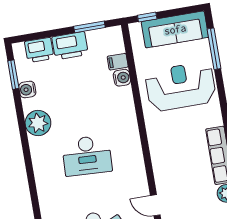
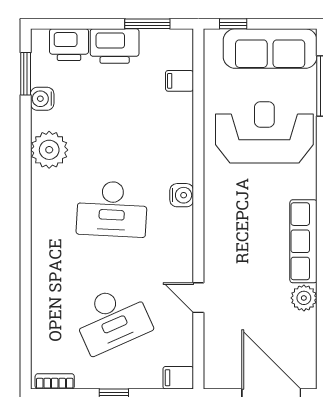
water cooler: (122, 78) -> (182, 195), moved

